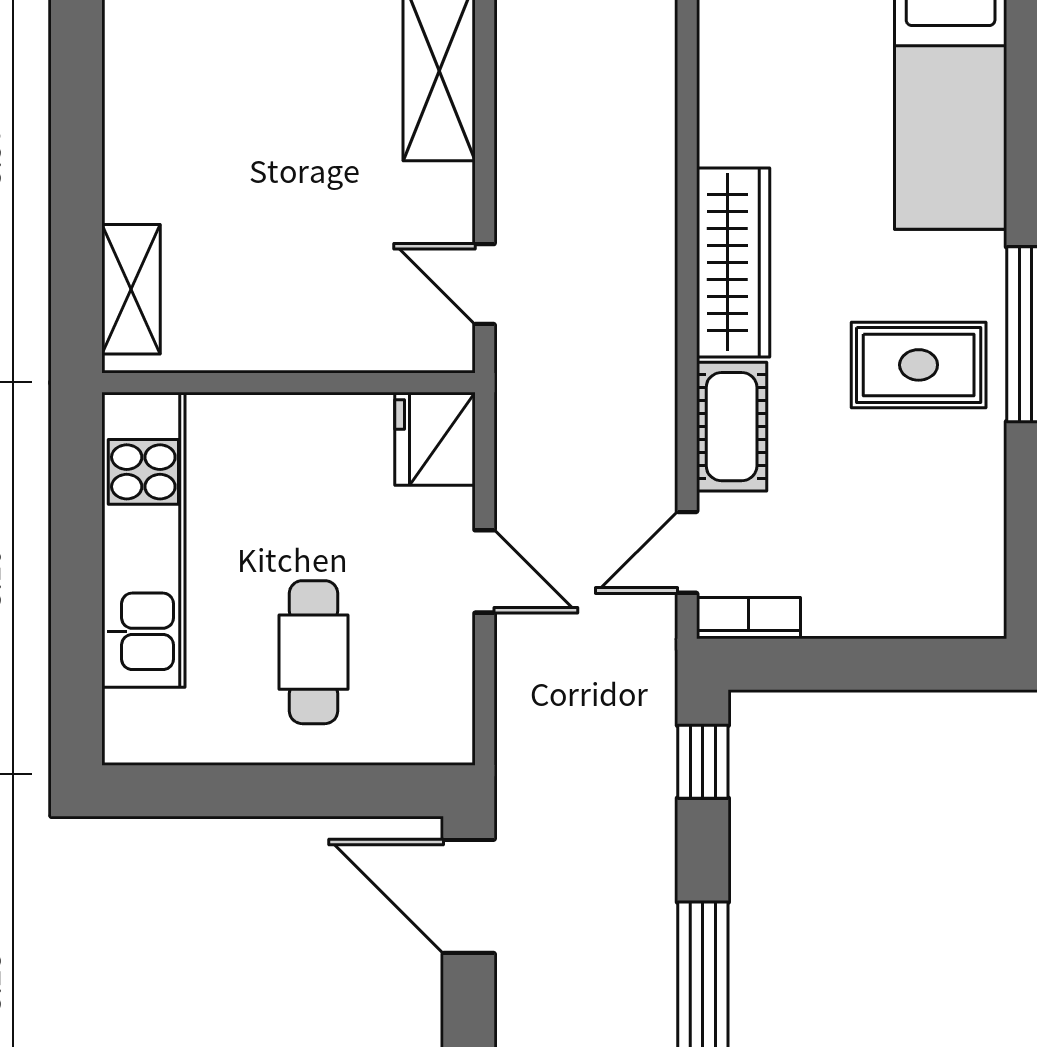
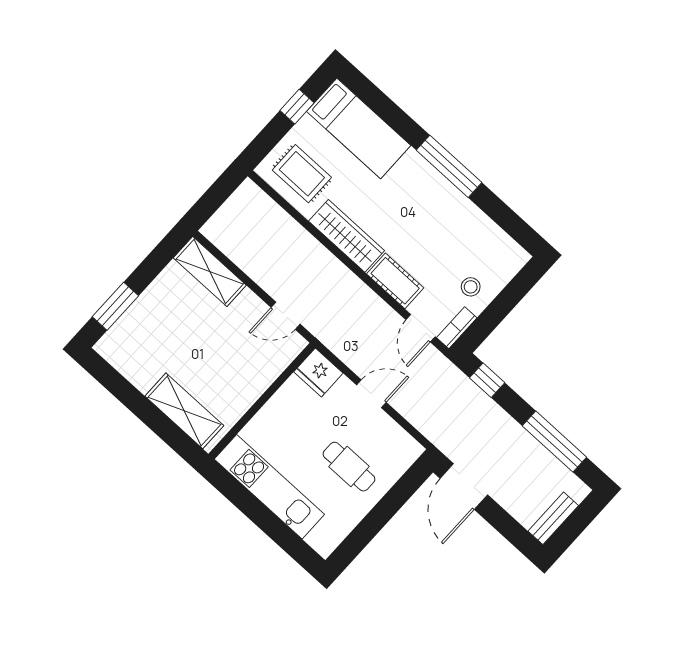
shelving: (131, 289) -> (184, 411), width x1.50, depth x1.33
rug: (919, 365) -> (302, 174), moved, turned 90
stool: (847, 575) -> (471, 287), added
door: (469, 896) -> (464, 487), hinge flipped

